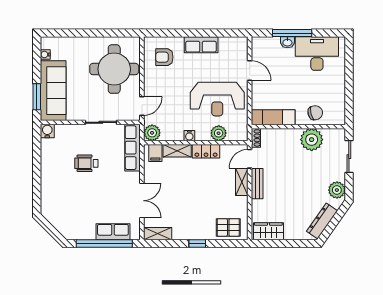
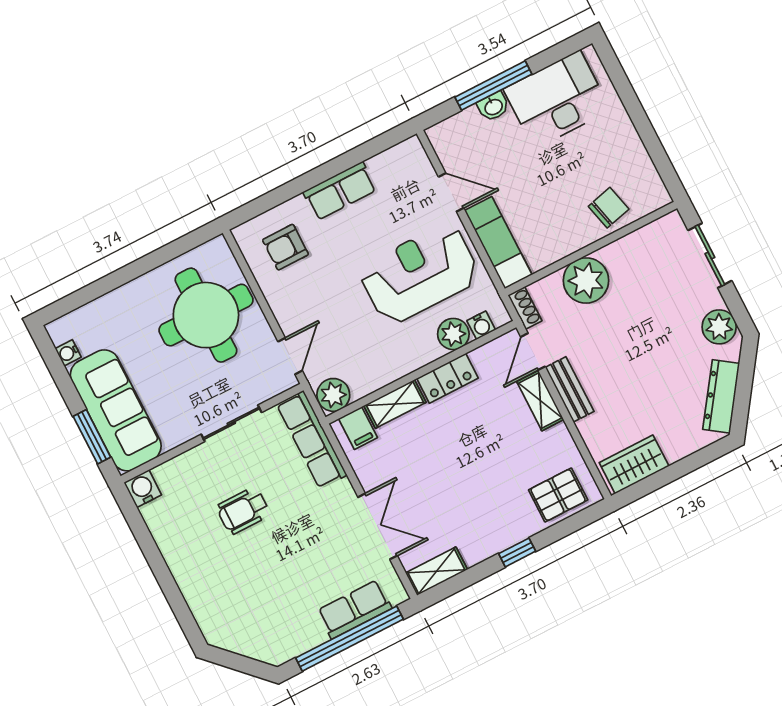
reception desk: (217, 99) -> (419, 274), turned 180
exam couch: (273, 117) -> (498, 243), moved, turned 90
water cooler: (189, 136) -> (481, 325), moved
plant: (312, 140) -> (586, 280), moved

